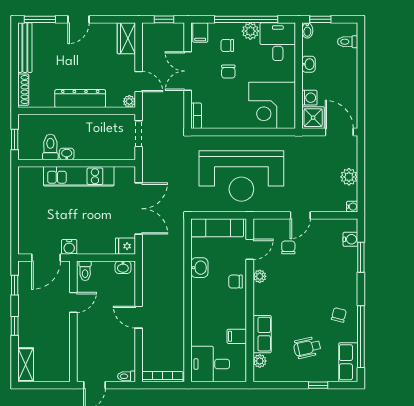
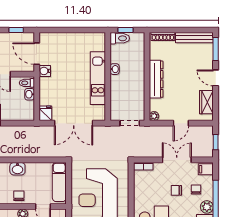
wardrobe: (126, 38) -> (206, 102), moved, turned -90
door: (139, 82) -> (181, 123), moved
toilet: (50, 147) -> (120, 38), moved
washbasin: (123, 267) -> (30, 94), moved
washbasin: (199, 268) -> (17, 169), moved

